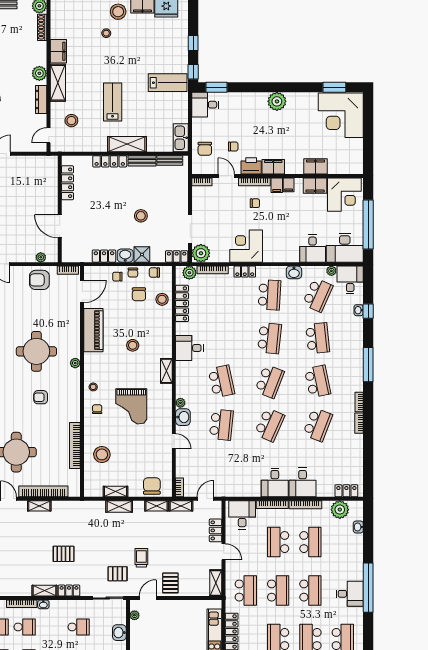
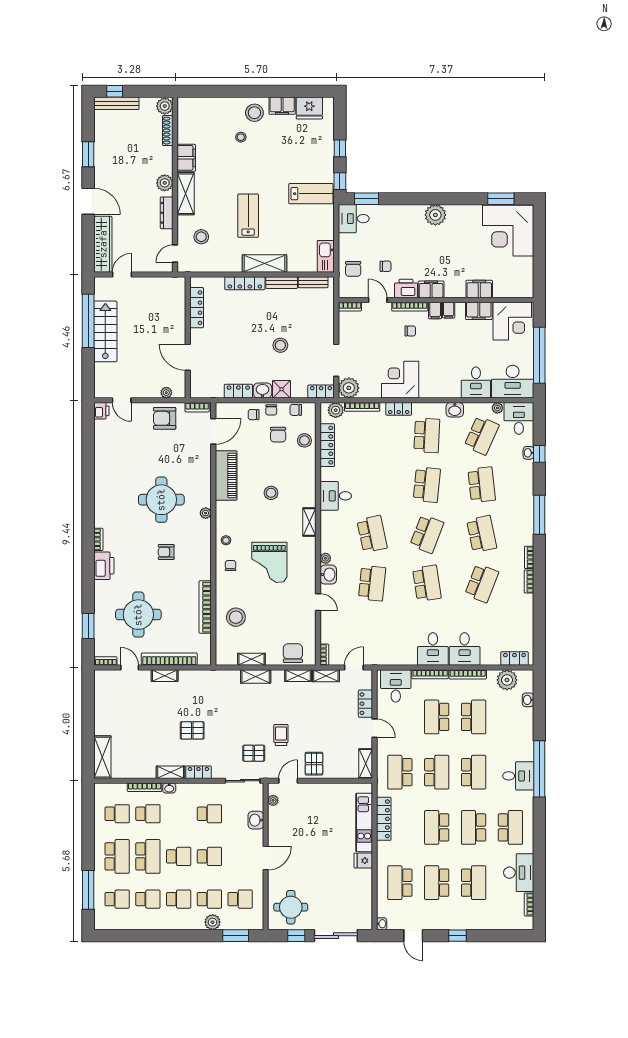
school desk: (269, 425) -> (427, 583), turned -33
school desk: (246, 591) -> (400, 772), turned 180

